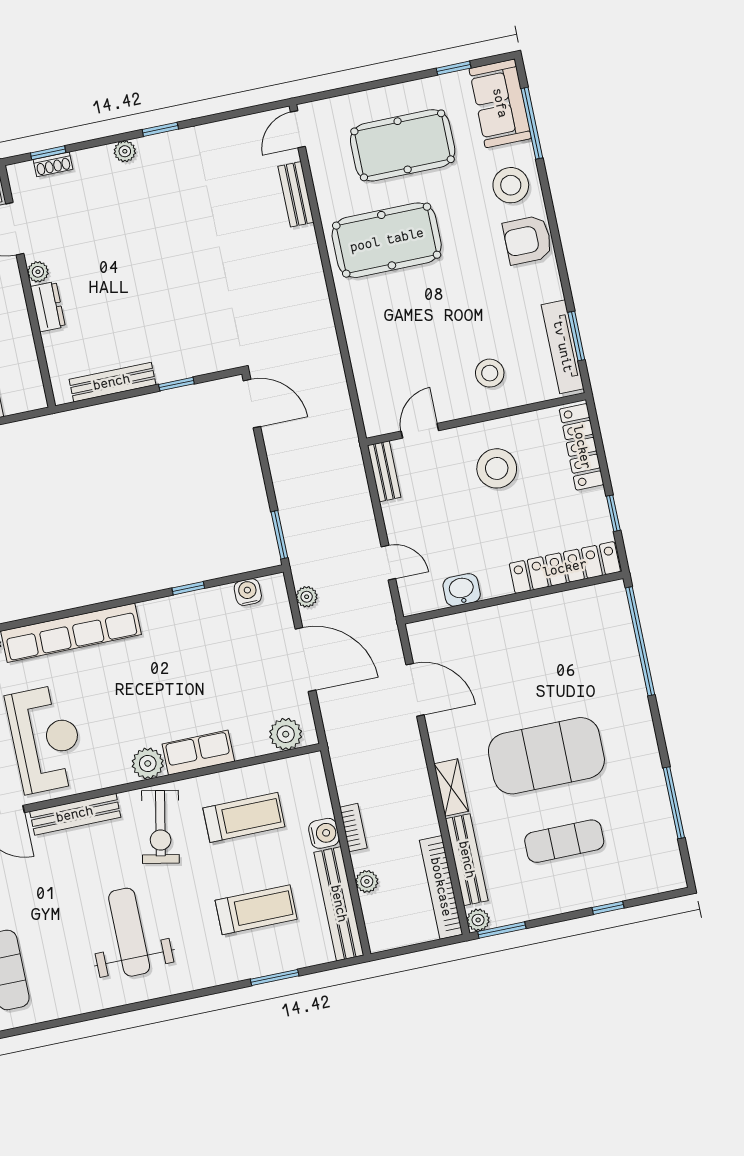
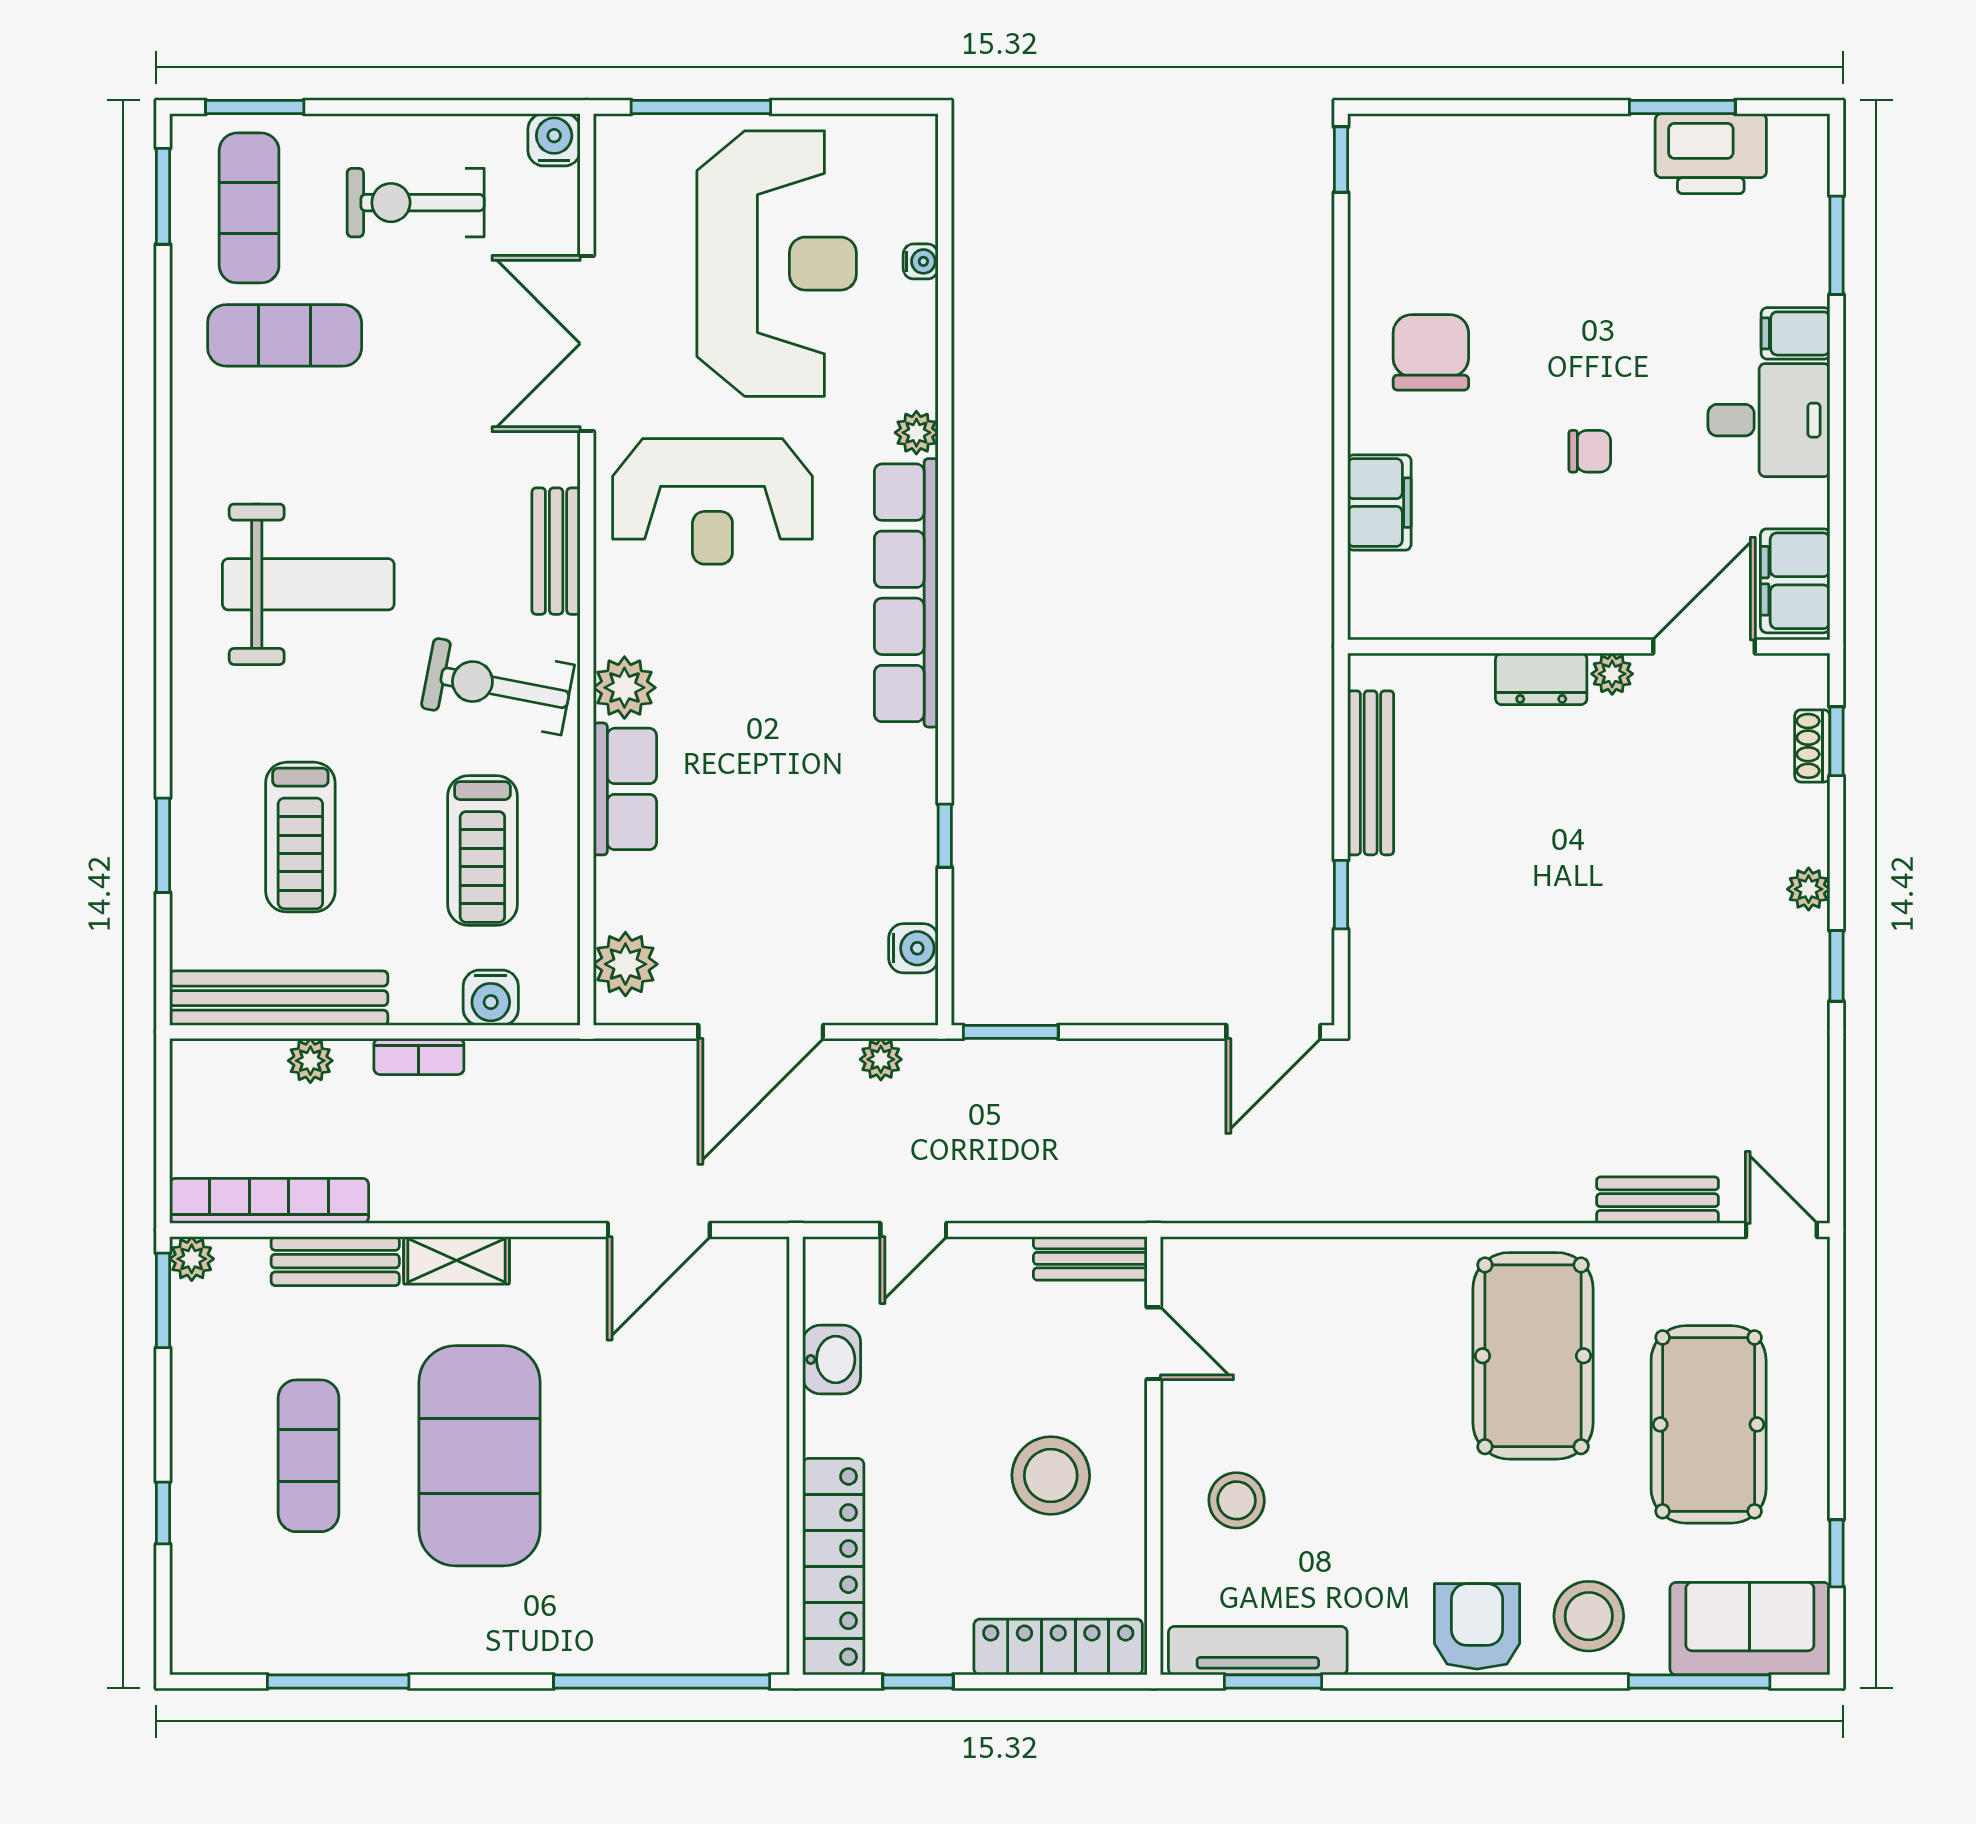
bench: (75, 814) -> (556, 551), width x0.73
water cooler: (324, 833) -> (491, 998), moved
bench: (467, 860) -> (335, 1261), width x0.73

